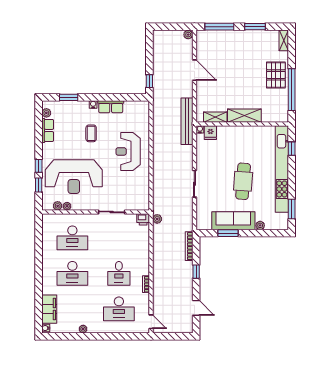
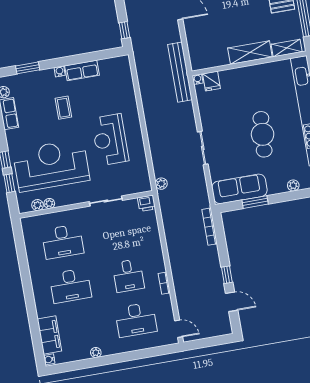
shelving: (215, 117) -> (287, 48), moved
reception desk: (128, 151) -> (110, 140), moved
reception desk: (74, 177) -> (51, 165), turned 180
plant: (157, 219) -> (161, 184), moved
sofa: (233, 221) -> (239, 189), moved
window: (196, 272) -> (227, 275), moved

